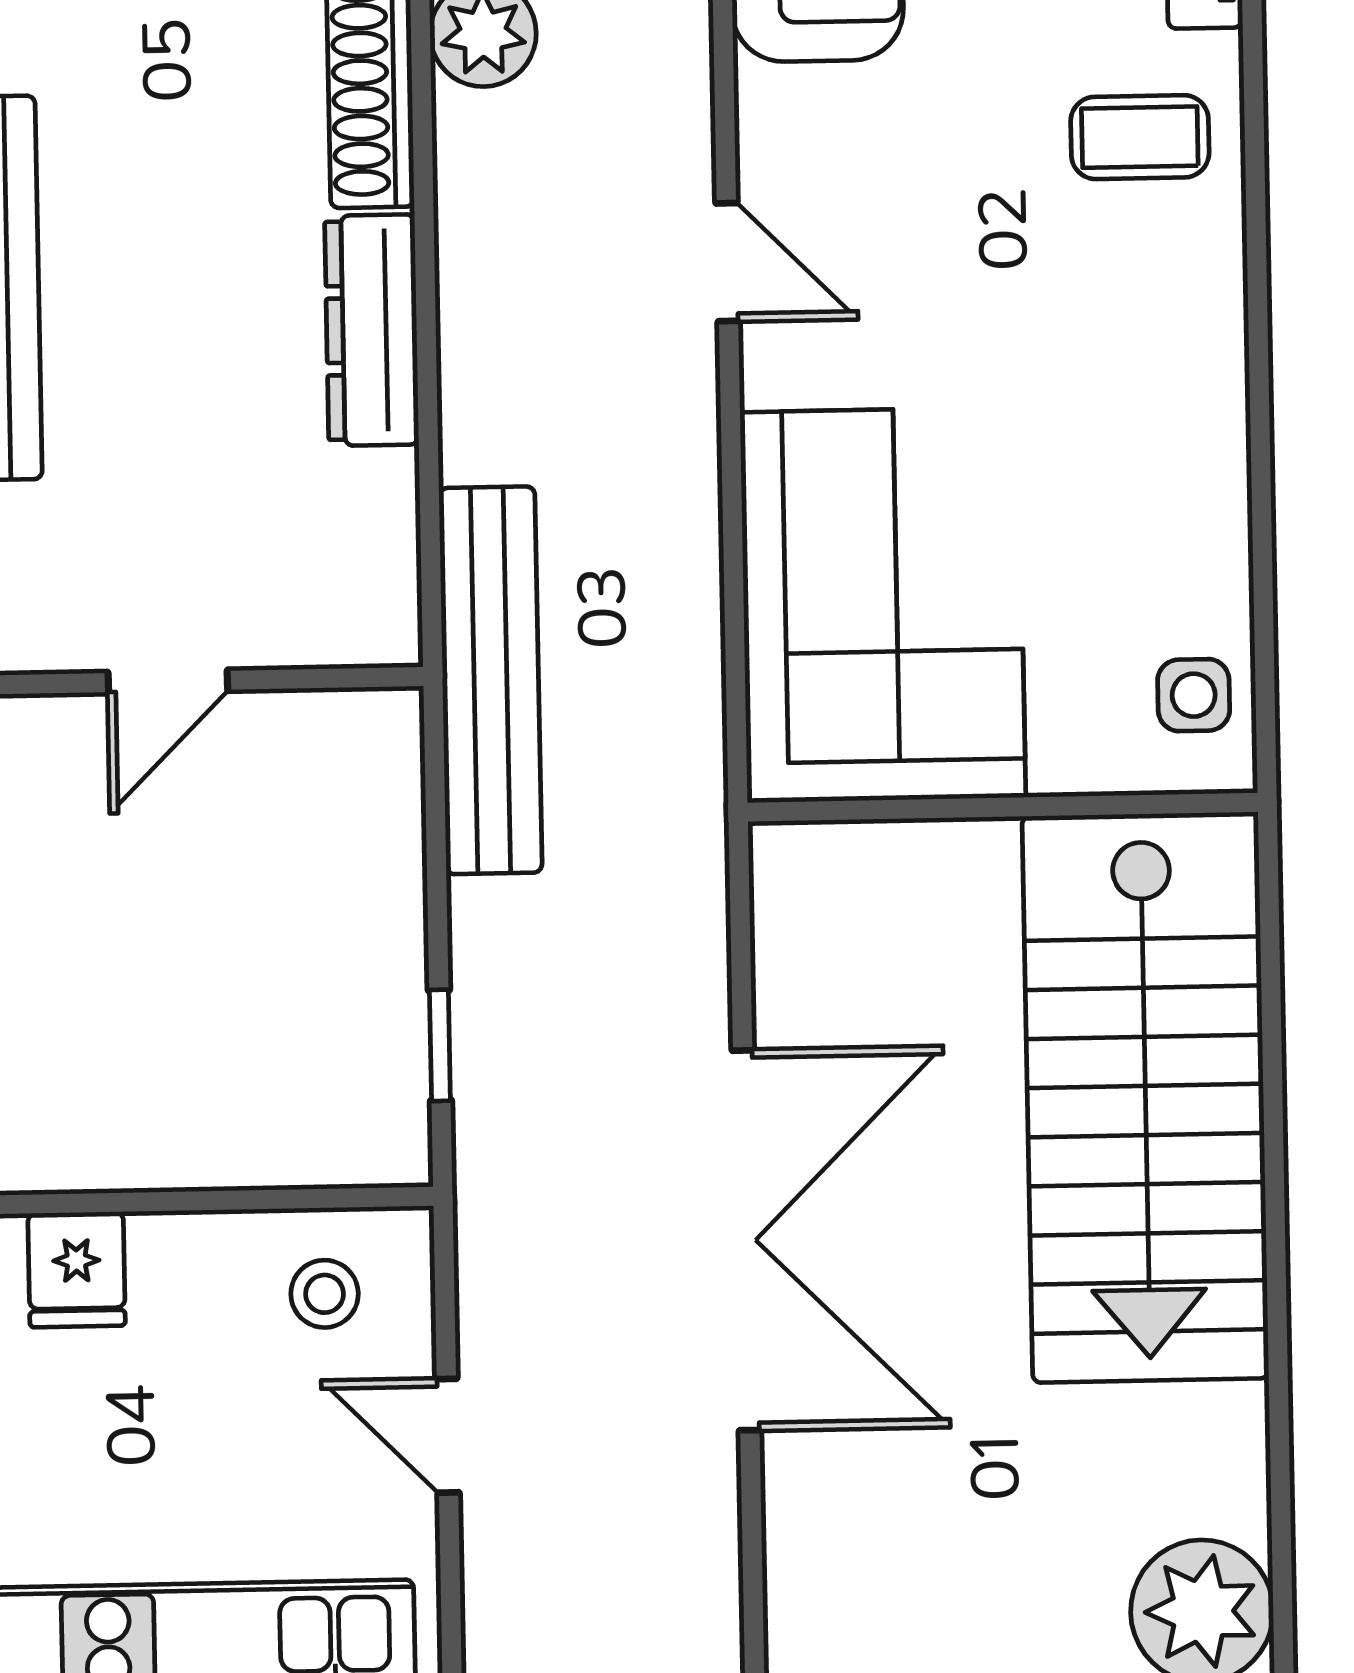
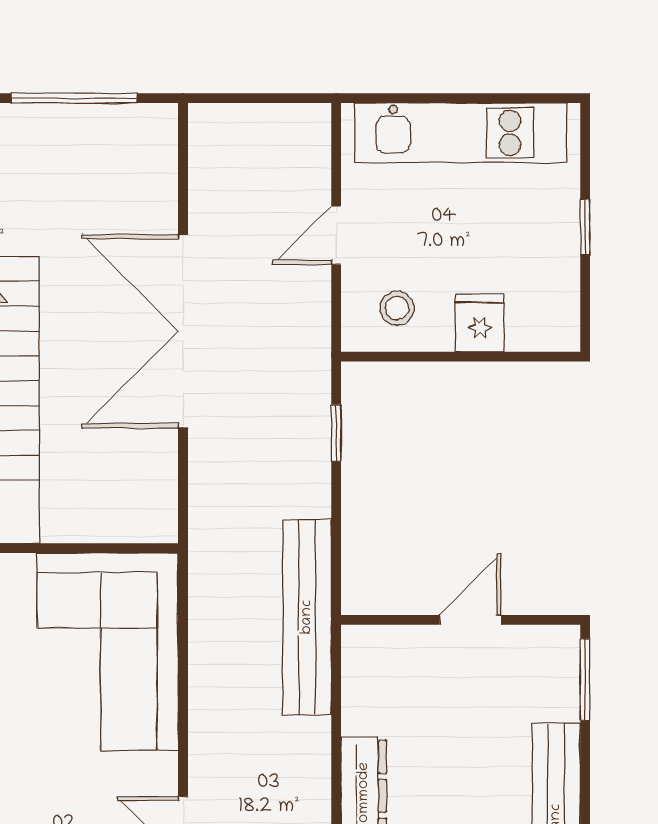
fridge: (77, 1270) -> (480, 323), moved
door: (447, 1436) -> (336, 235), swing flipped

